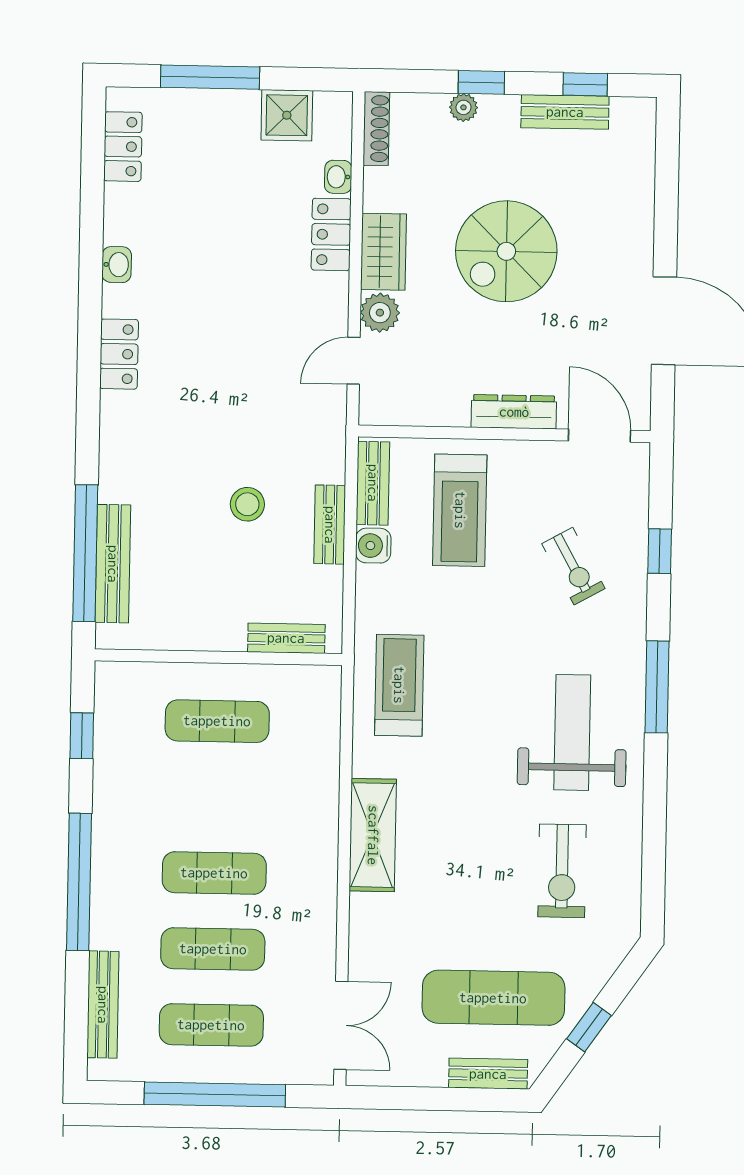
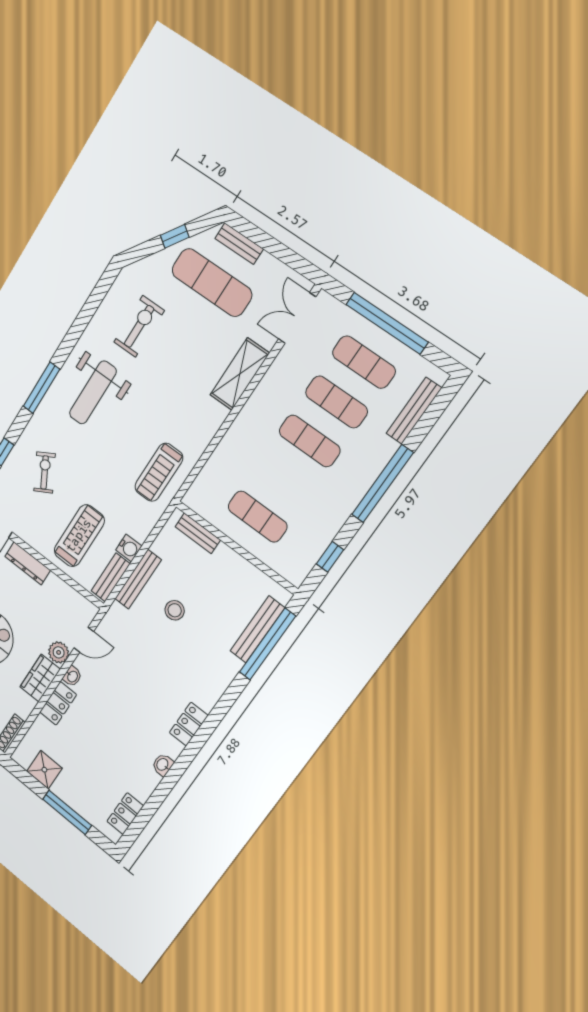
washbasin: (338, 177) -> (72, 676), moved
bench: (330, 525) -> (138, 579), width x1.36
shelving: (373, 835) -> (240, 374), moved

